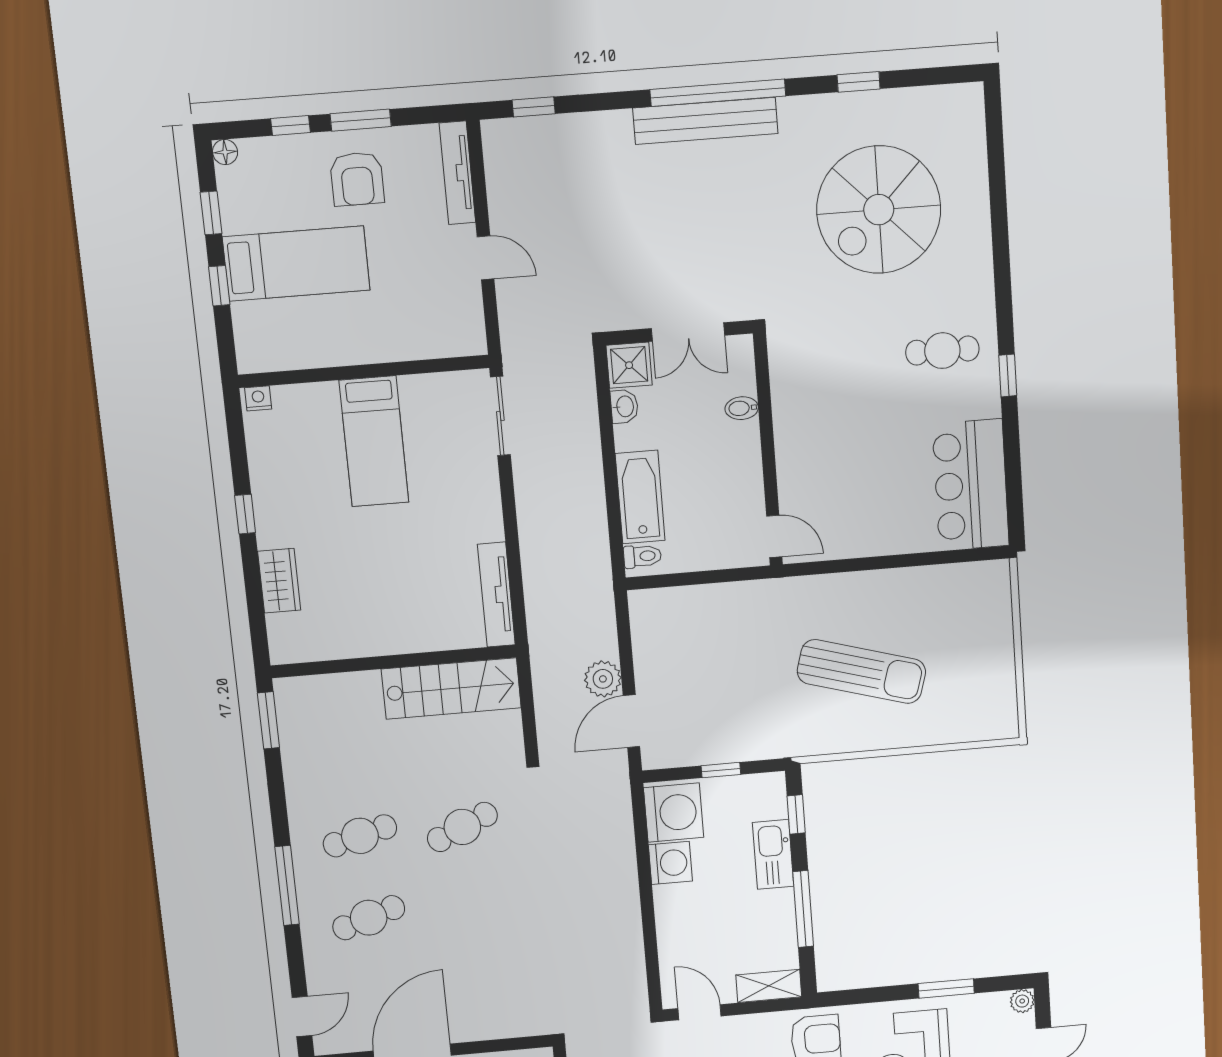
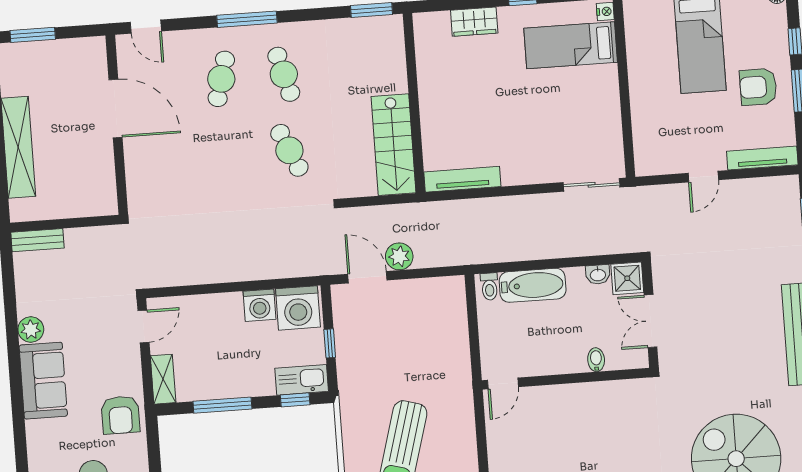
bed: (374, 441) -> (571, 45), moved
kitchen sink: (773, 854) -> (302, 380), moved
cafe table: (369, 918) -> (221, 79), turned 33

